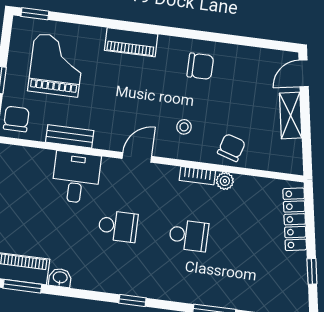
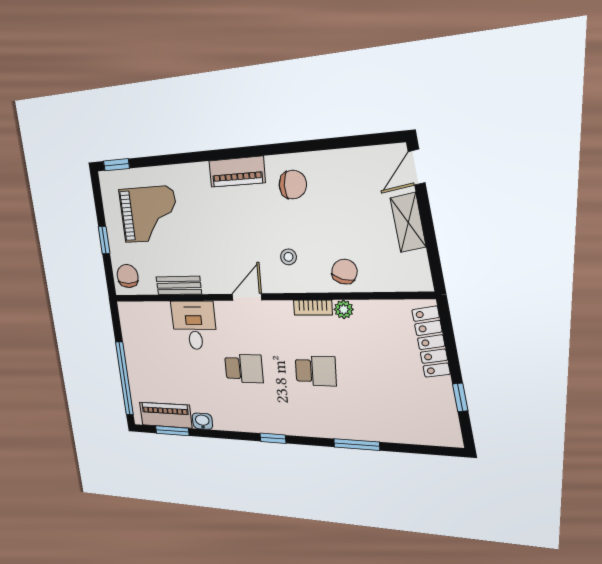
piano: (131, 42) -> (237, 172), moved
grand piano: (56, 65) -> (149, 215), turned 90

